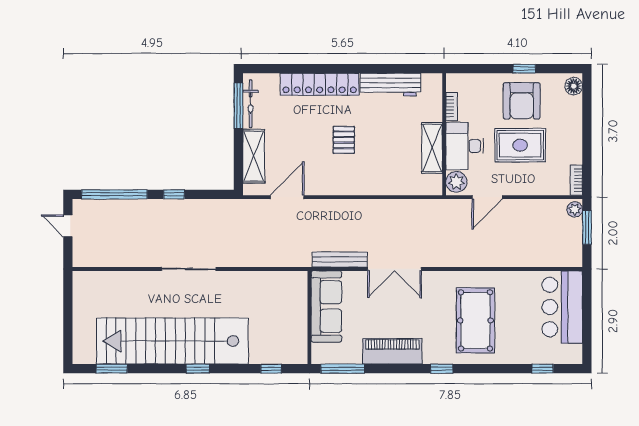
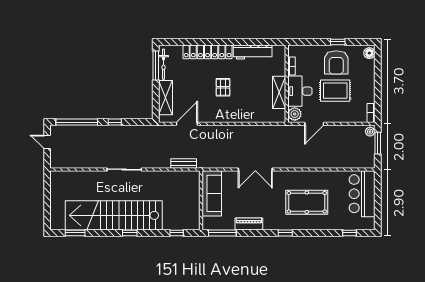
bench: (340, 260) -> (184, 163), moved, width x0.73
pool table: (475, 320) -> (307, 202), turned 90
piano: (392, 351) -> (249, 224), width x0.73, depth x0.75

